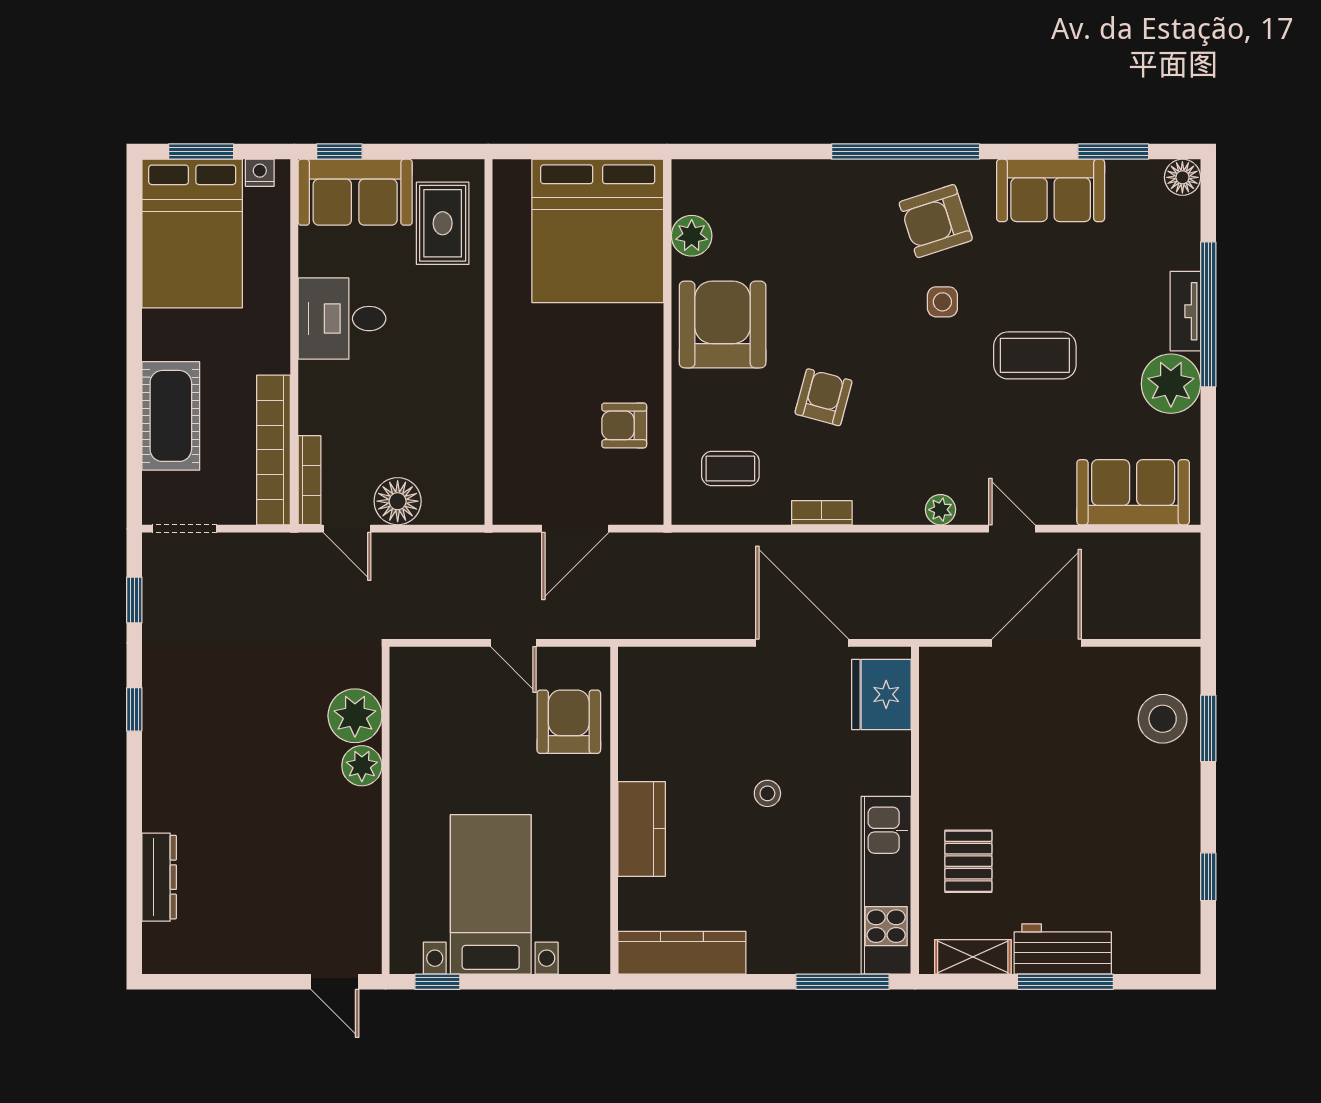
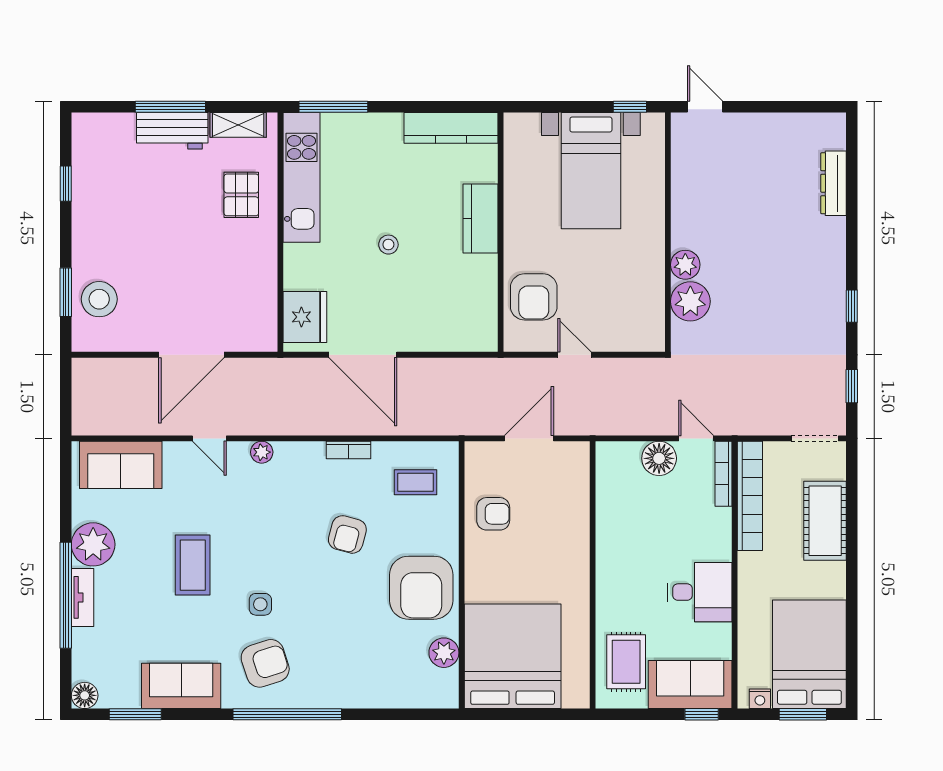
coffee table: (1035, 355) -> (193, 565), turned 90

